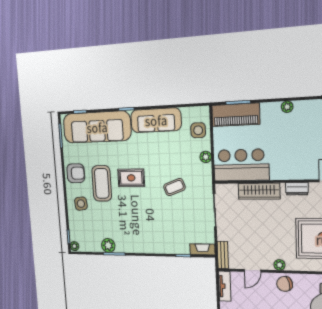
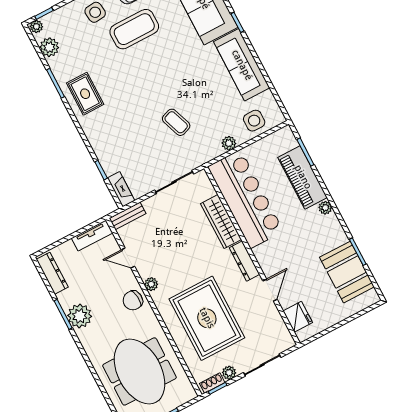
piano: (236, 115) -> (303, 177), moved
bar counter: (241, 165) -> (246, 199), width x1.36
rug: (131, 178) -> (85, 94), moved
dresser: (297, 189) -> (244, 261), width x1.44
plant: (108, 245) -> (49, 47), moved
chair: (285, 284) -> (133, 300), turned -81

